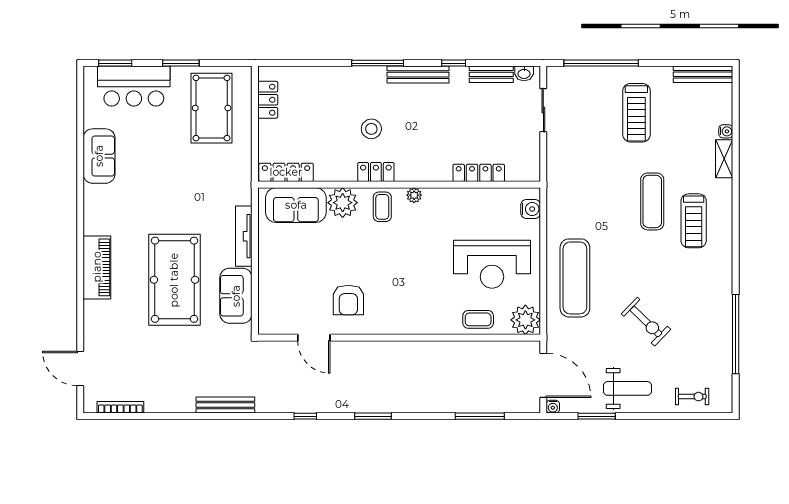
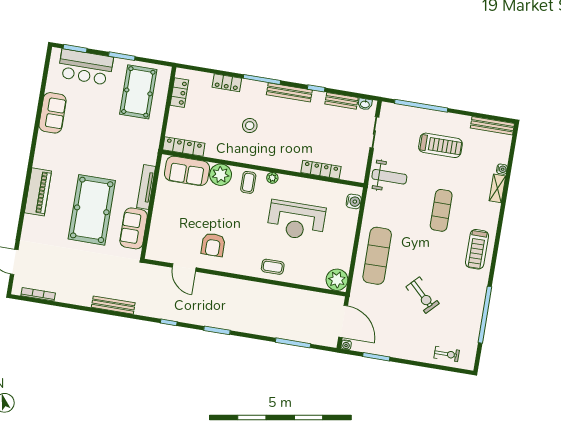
treadmill: (636, 113) -> (440, 145), turned -90
locker: (376, 172) -> (227, 83), moved, turned 180
treadmill: (694, 221) -> (477, 249), moved
reception desk: (492, 264) -> (296, 220), moved
coffee table: (478, 319) -> (273, 267), moved
weight bench: (627, 388) -> (389, 177), moved

